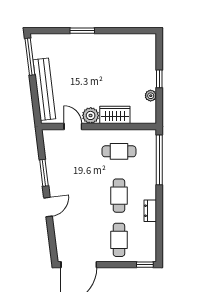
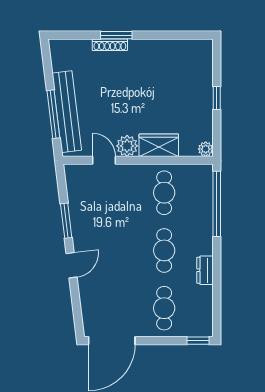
shoe rack: (77, 38) -> (110, 45), added
window: (30, 57) -> (53, 114), moved
plant: (151, 96) -> (206, 149), moved
cafe table: (119, 151) -> (164, 193), turned 90

